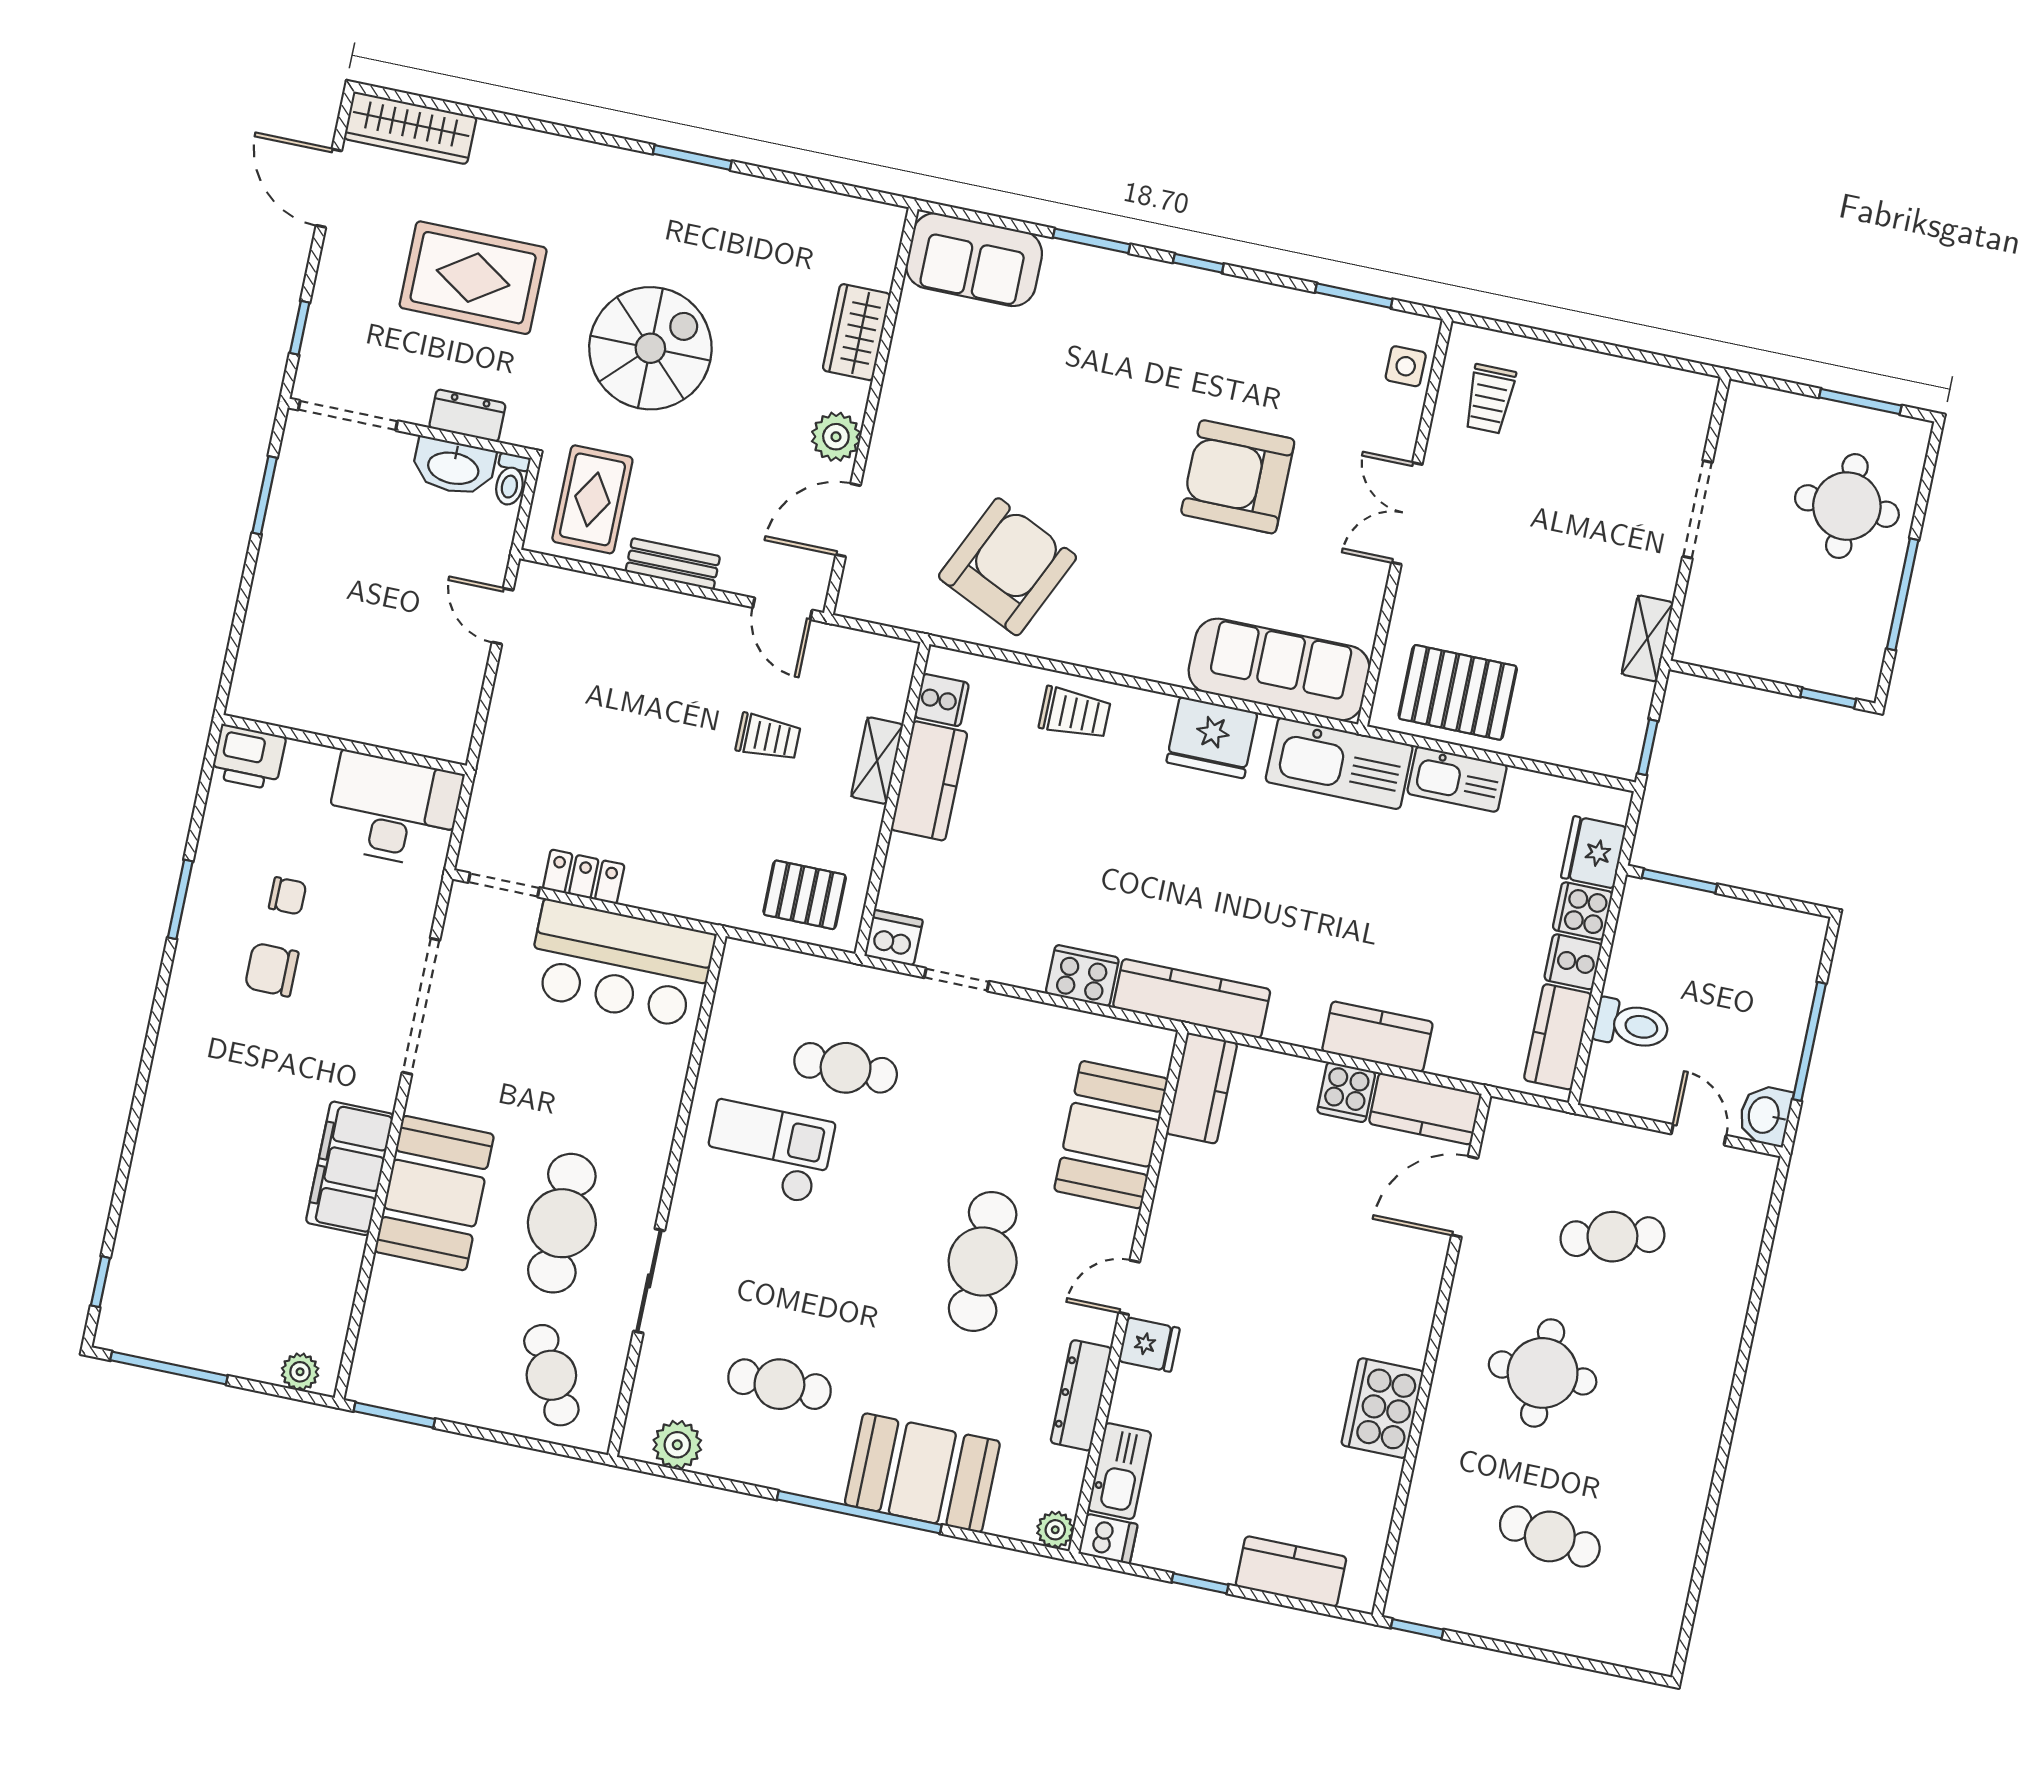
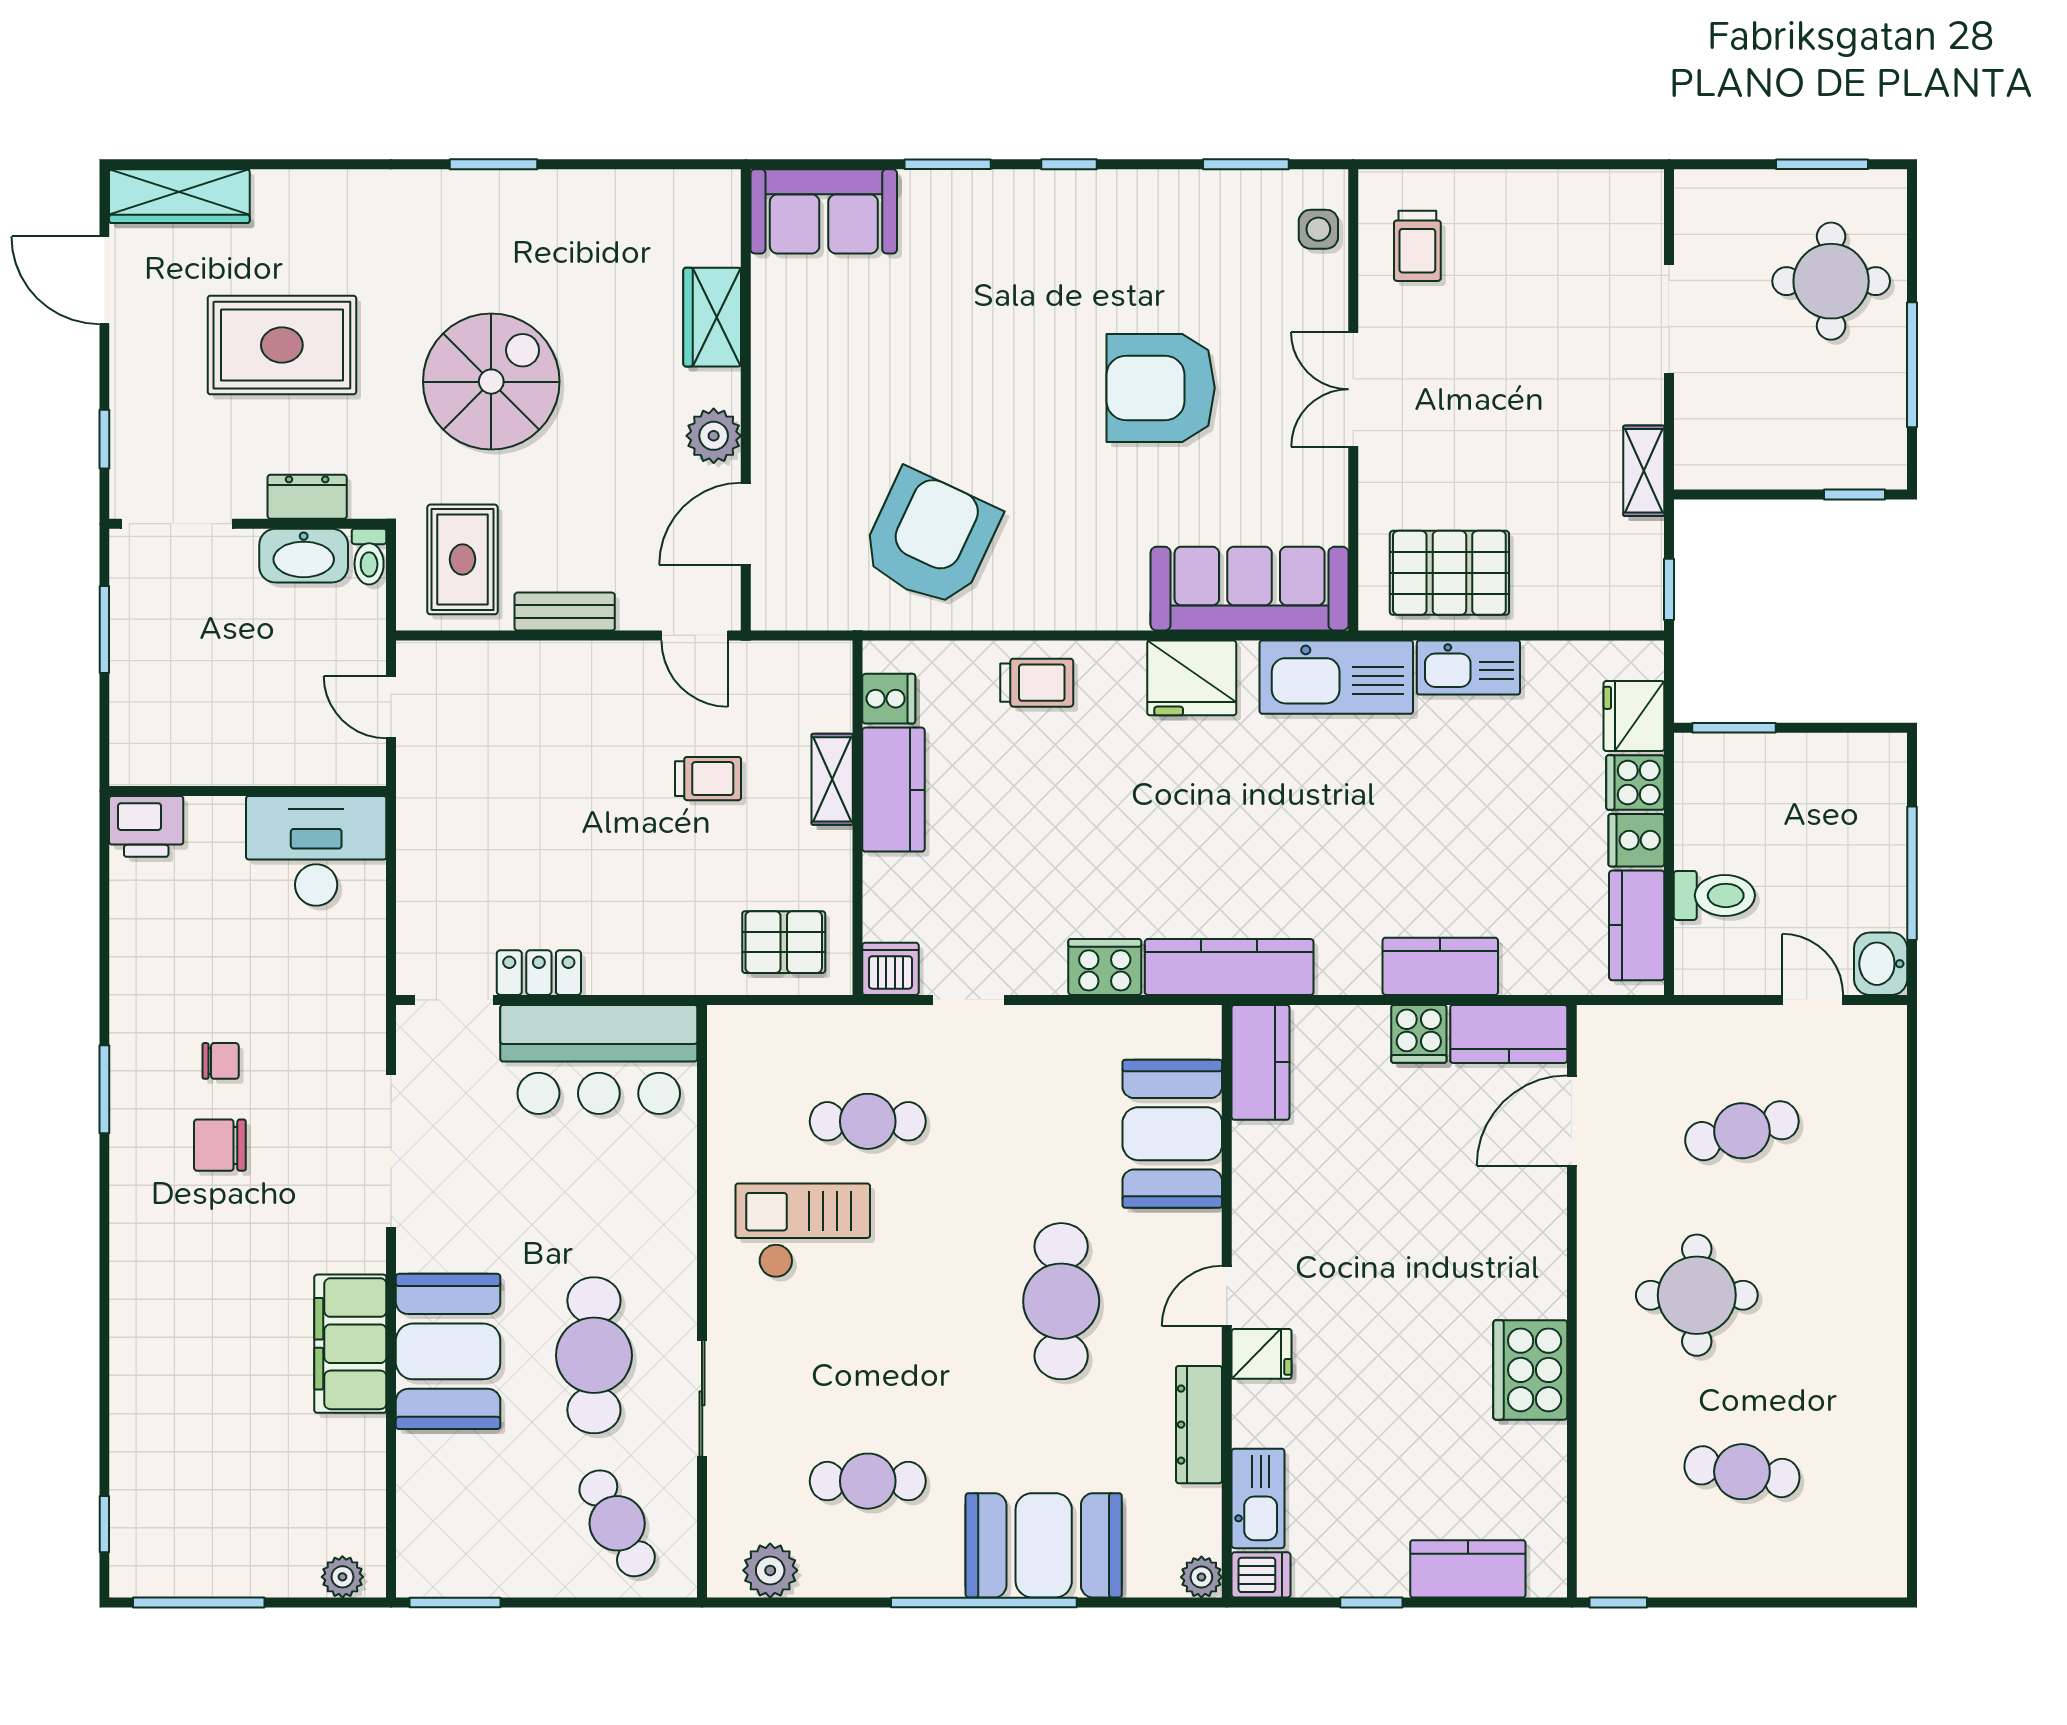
wall: (344, 745) -> (248, 791), moved
printer: (248, 757) -> (146, 826), moved
desk: (393, 810) -> (316, 851), moved

